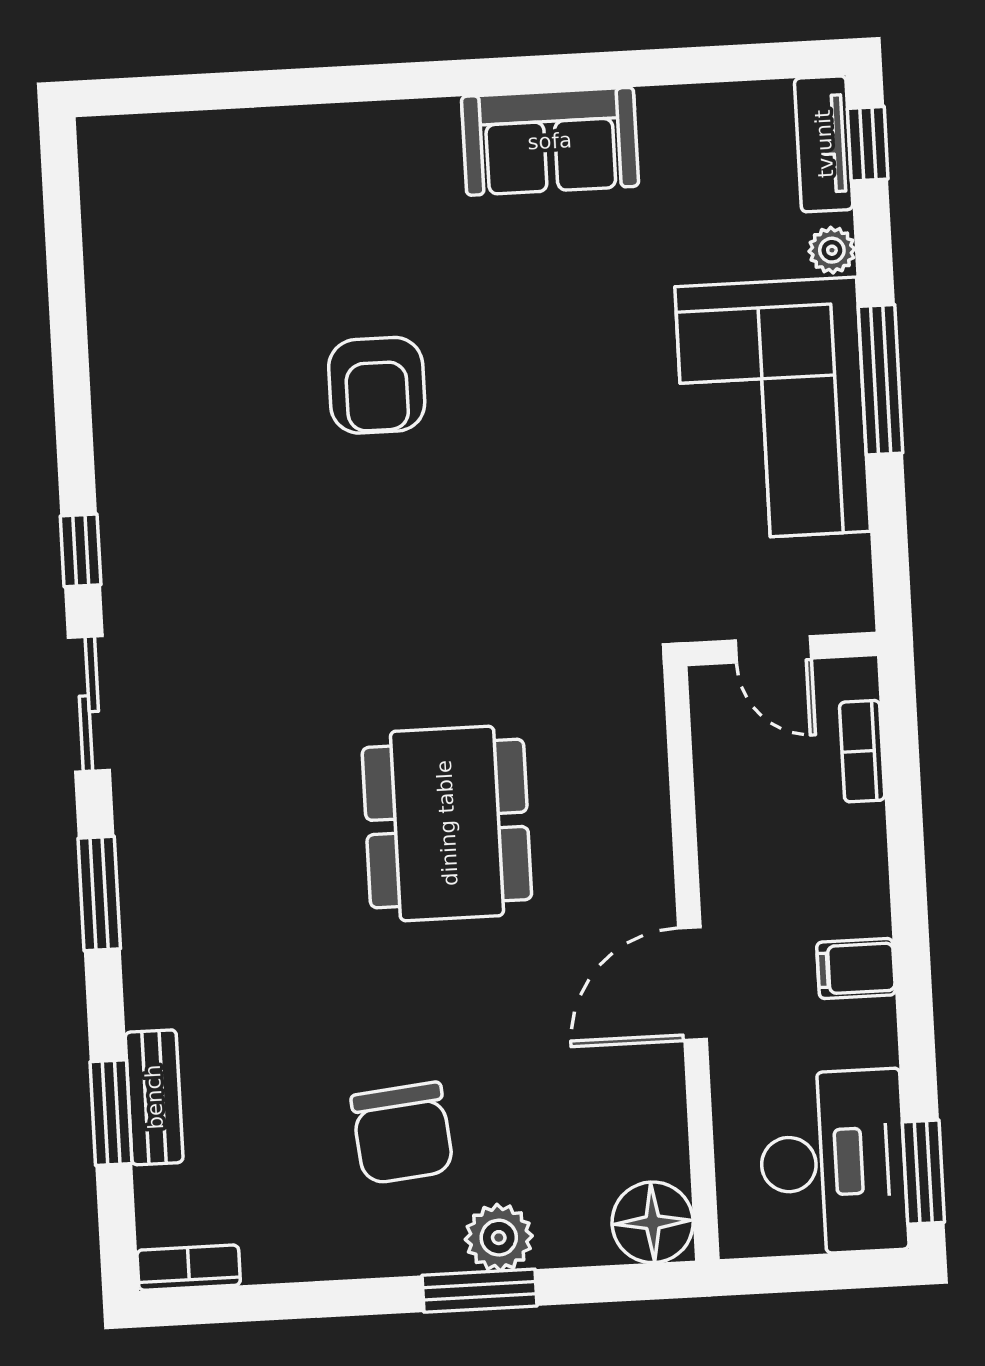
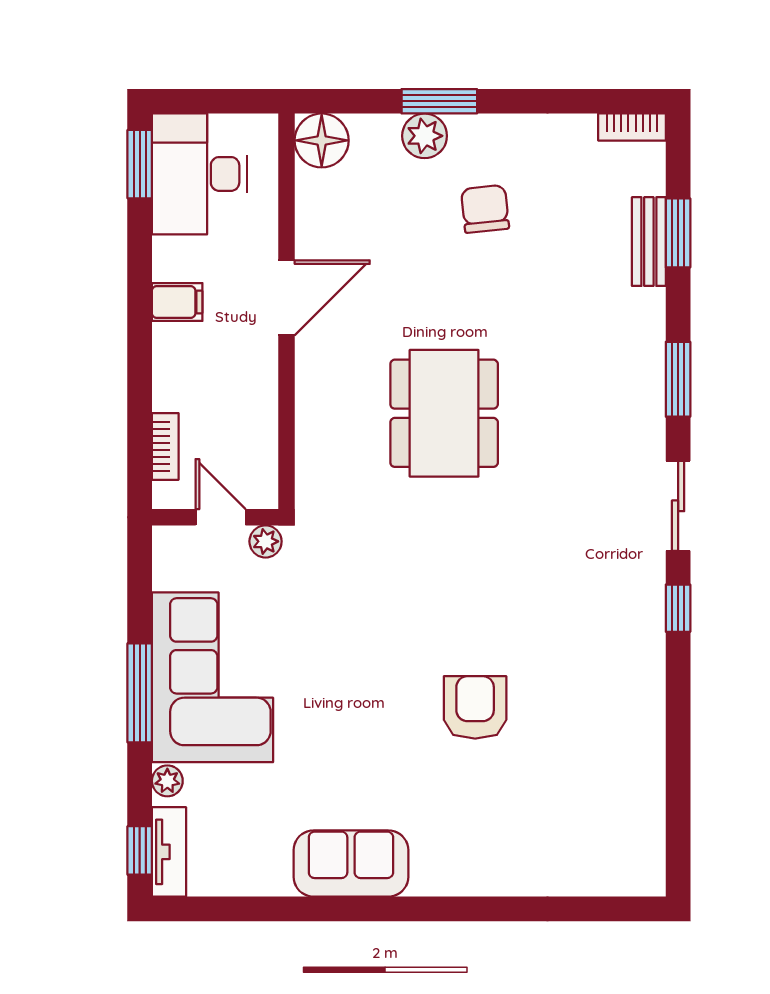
plant: (704, 617) -> (266, 541), added
chair: (402, 1133) -> (485, 209), width x0.73, depth x0.73

